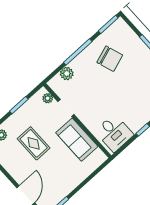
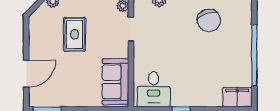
sofa: (77, 140) -> (115, 82), moved

